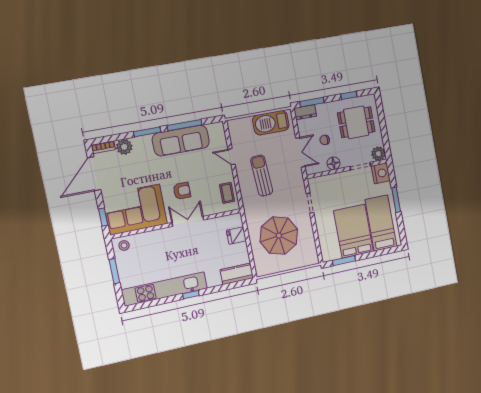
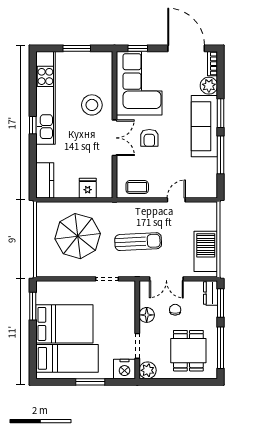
window: (349, 95) -> (221, 348), width x2.17
sofa: (181, 141) -> (204, 126), moved
sun lounger: (262, 176) -> (138, 242), moved
stool: (124, 245) -> (92, 105), moved, width x1.89, depth x1.89

